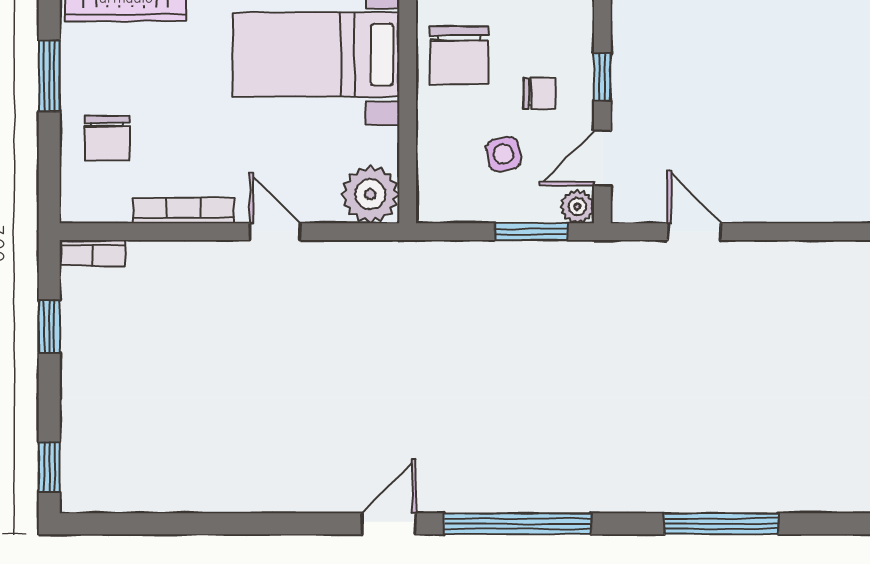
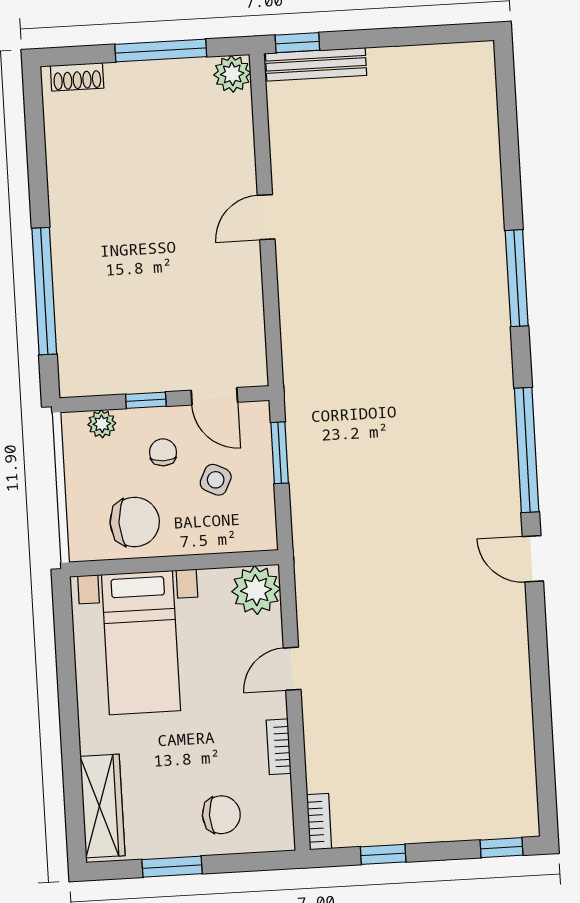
side table: (504, 154) -> (216, 480), turned 37
plant: (577, 207) -> (102, 424), moved
bookcase: (184, 210) -> (279, 747), width x0.64
door: (694, 232) -> (266, 217), moved

